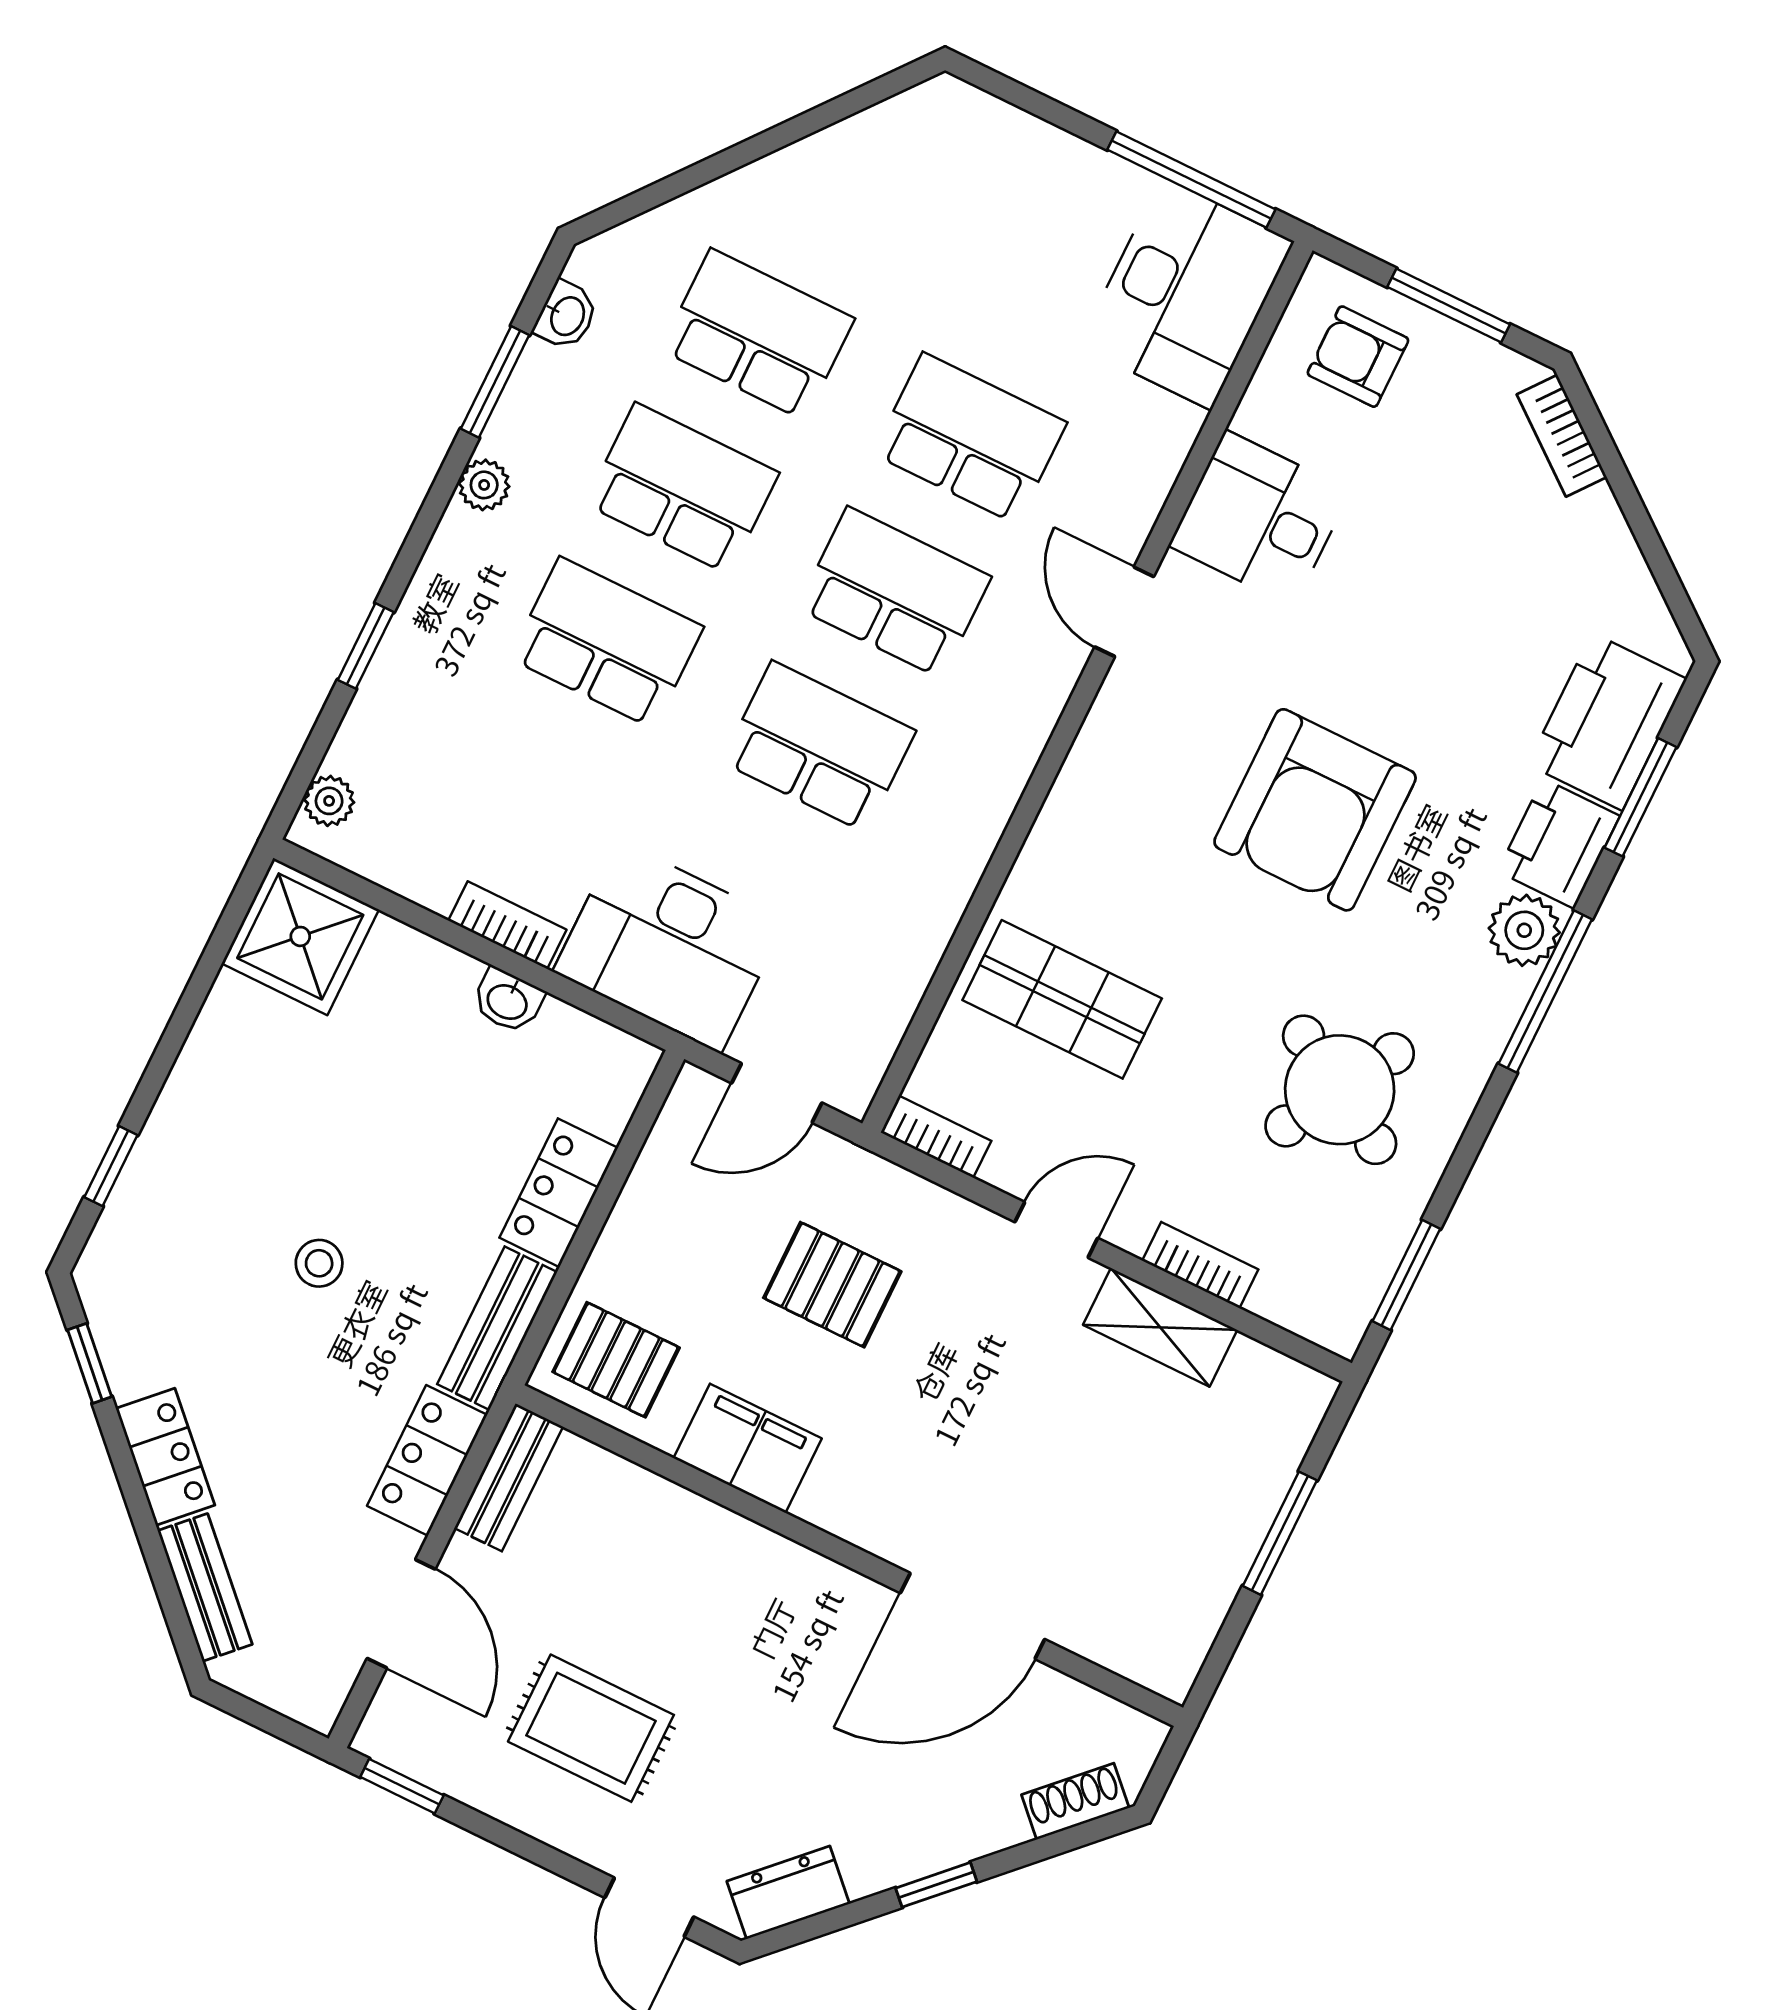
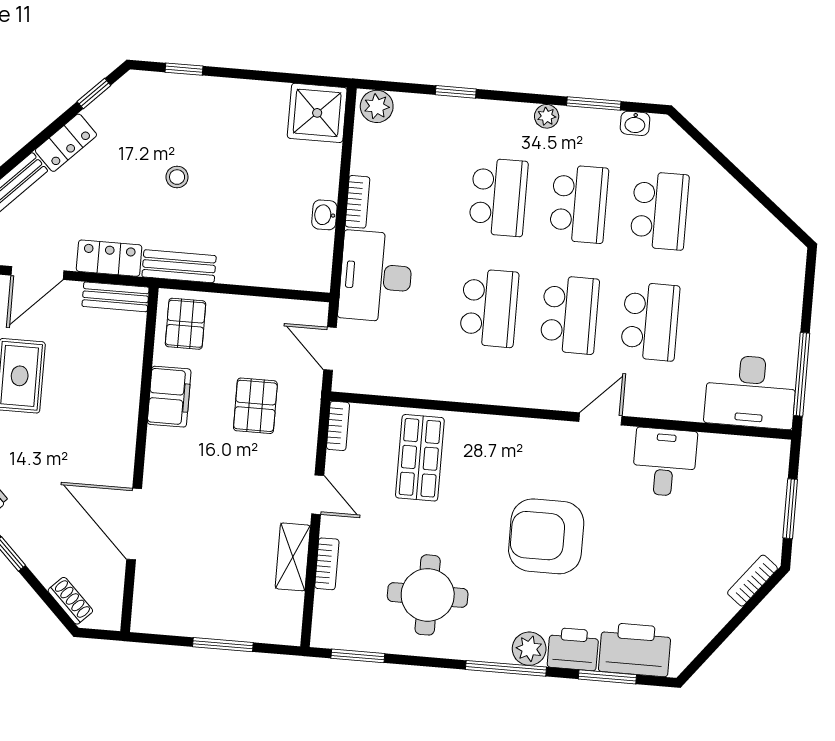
armchair: (1358, 357) -> (752, 478), removed
plant: (329, 801) -> (377, 106), width x1.38, depth x1.38
round table: (1340, 1090) -> (428, 595), turned -30
locker: (559, 1193) -> (249, 270), removed

